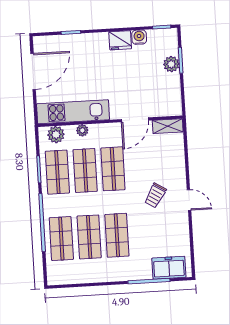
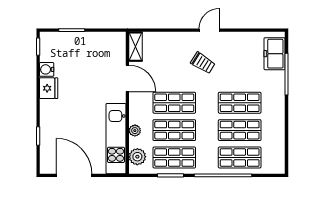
plant: (171, 64) -> (75, 39), removed

